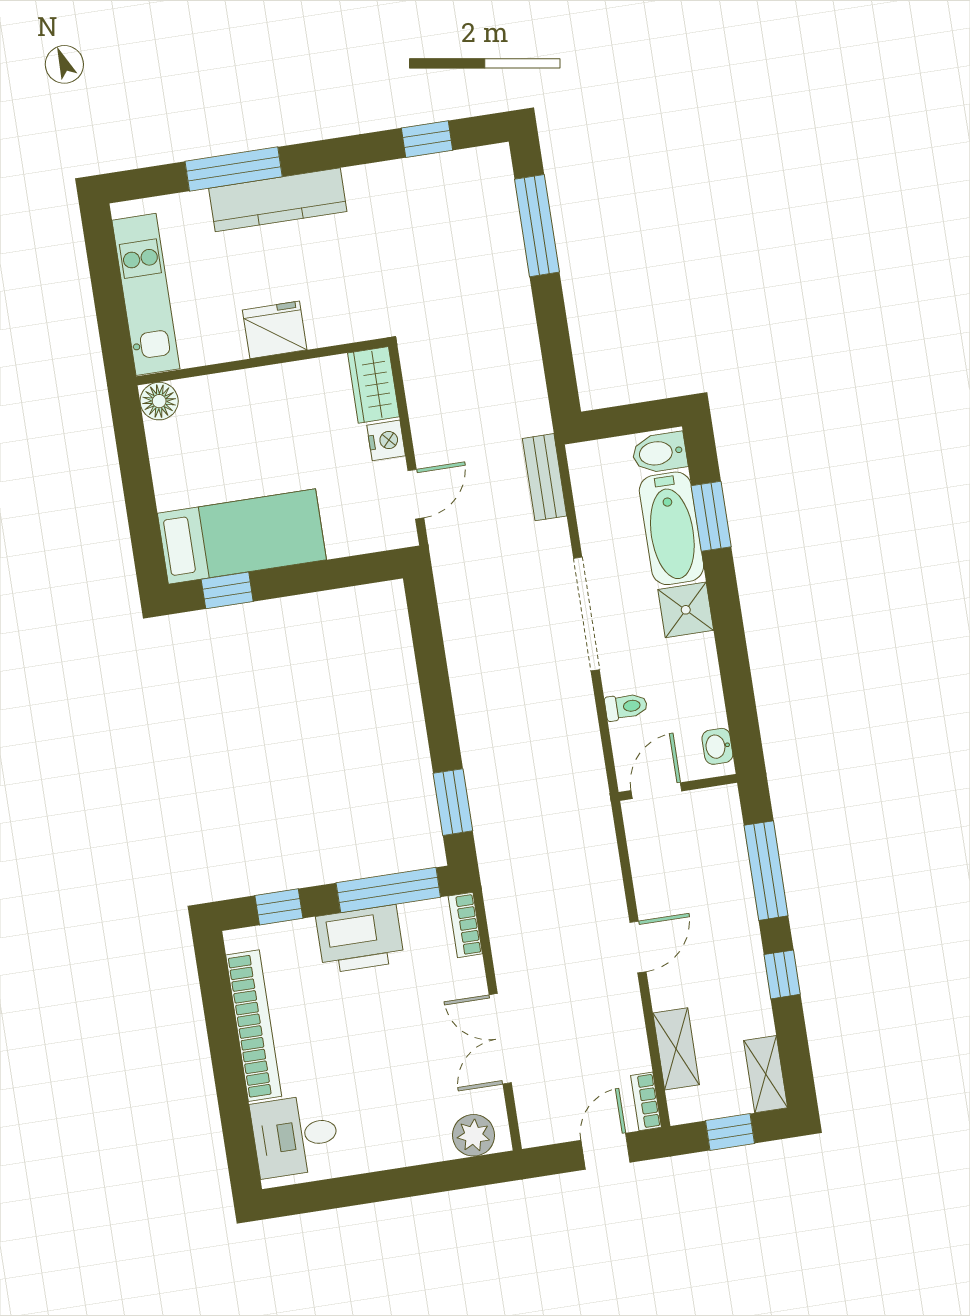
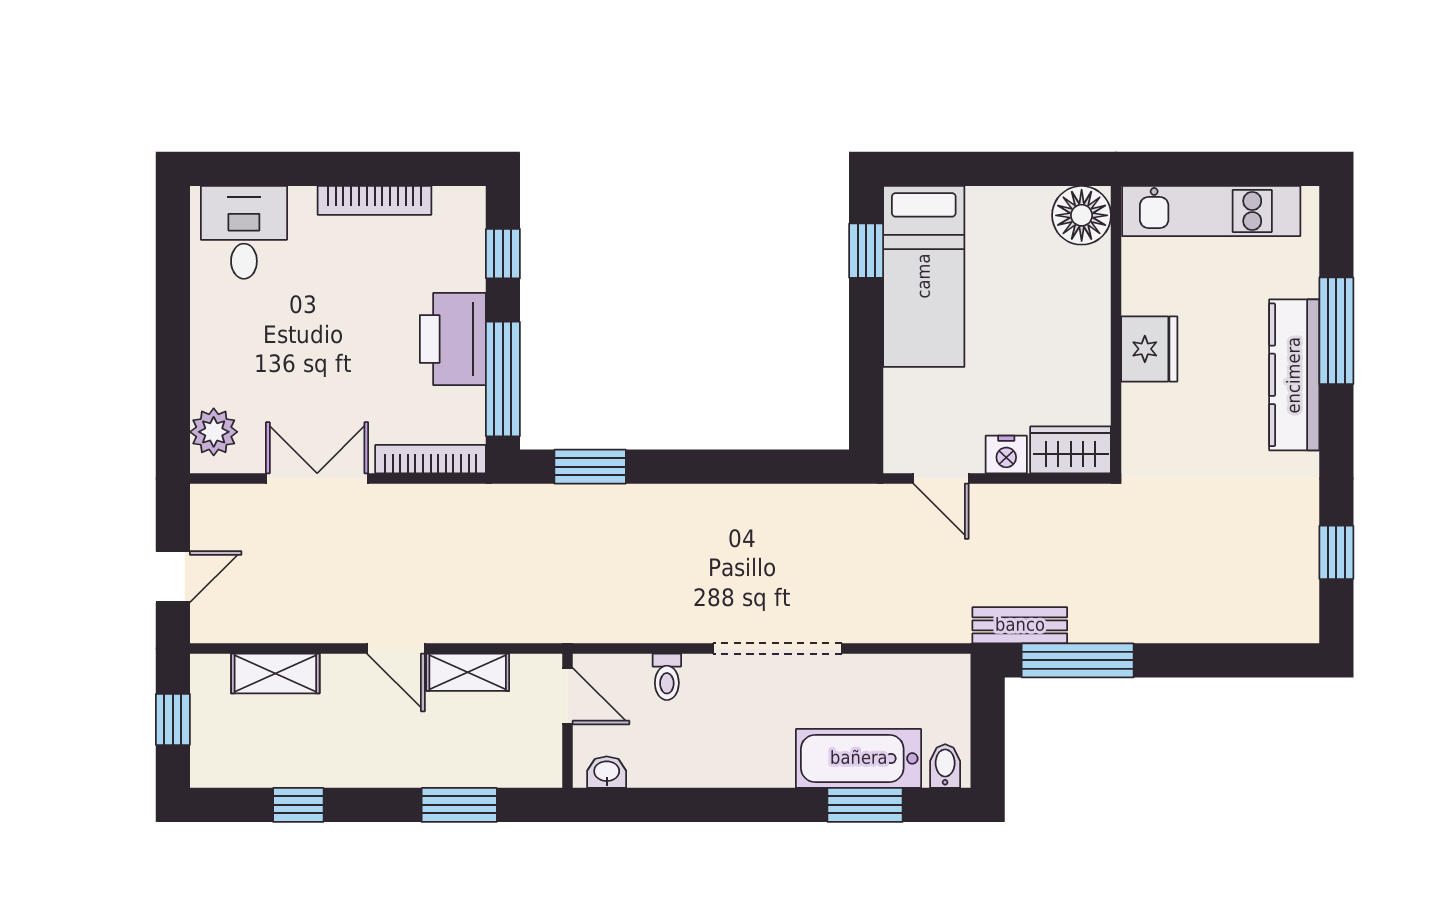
window: (537, 226) -> (1078, 660), moved
floor lamp: (159, 401) -> (1082, 215), width x1.38, depth x1.38
bidet: (659, 453) -> (945, 766), width x0.72, depth x0.74
bench: (545, 477) -> (1020, 625), moved
shower: (686, 610) -> (765, 760), removed
window: (766, 871) -> (459, 805), width x0.69
bookcase: (465, 925) -> (431, 459), width x1.56
window: (782, 974) -> (298, 805), moved
bookcase: (254, 1026) -> (375, 200), width x0.68, depth x0.76
shelving: (766, 1074) -> (468, 672), moved
bookcase: (646, 1101) -> (222, 631), removed
door: (606, 1151) -> (173, 577), hinge flipped

